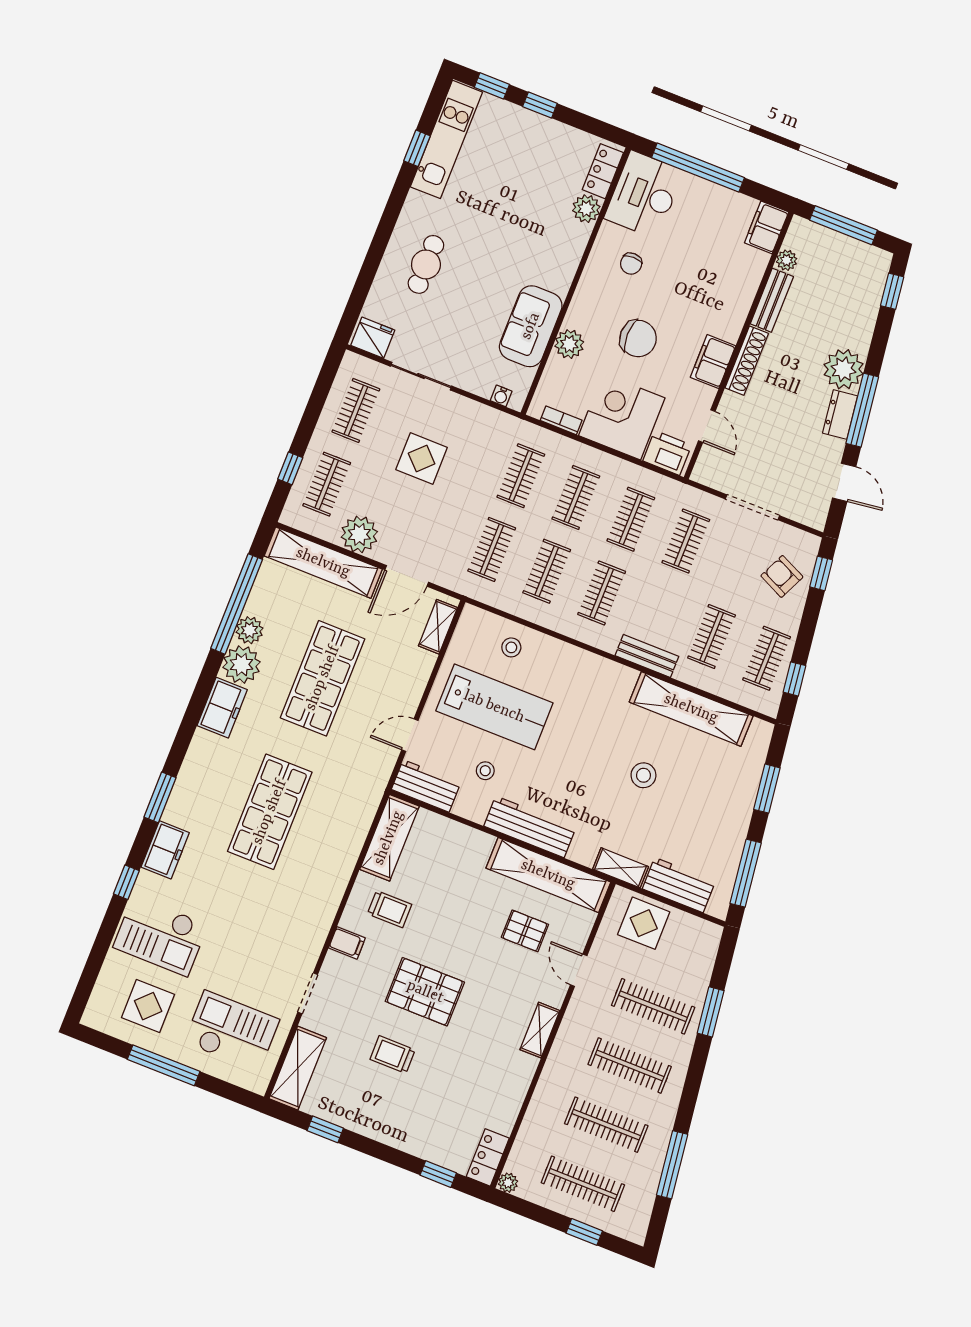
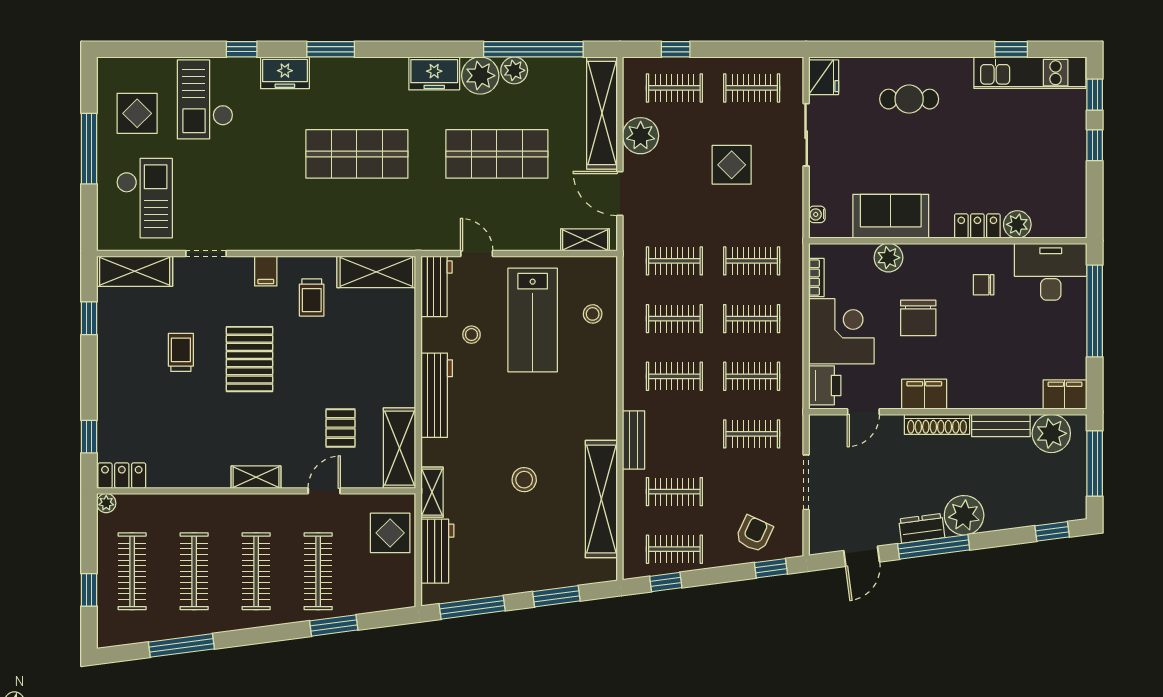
locker: (603, 171) -> (977, 226), moved
plant: (787, 260) -> (1051, 433), width x1.87, depth x1.87
shelving: (548, 875) -> (400, 448), width x0.68

